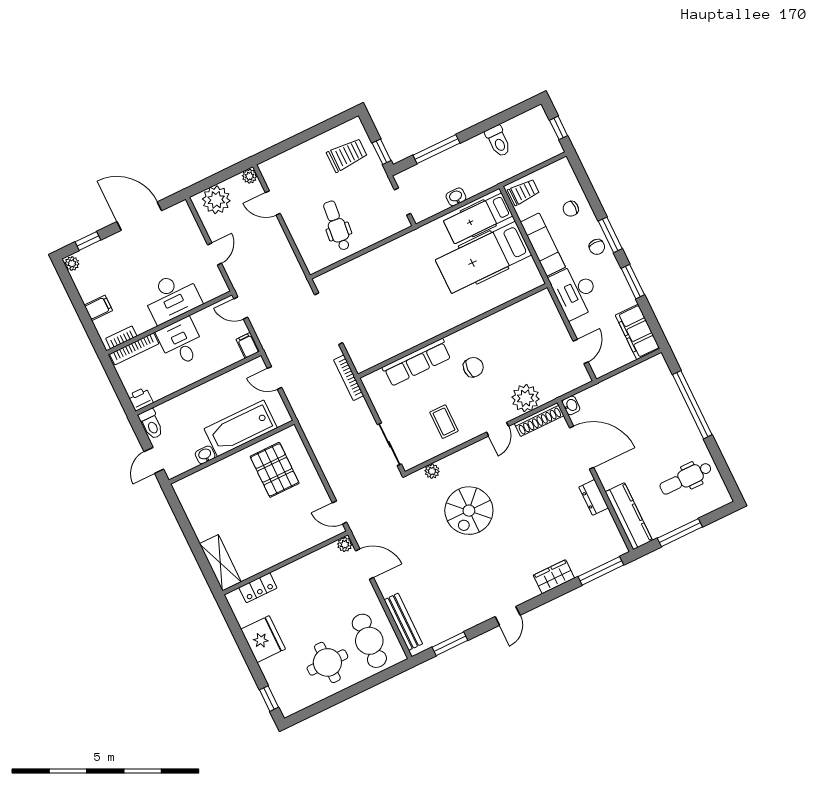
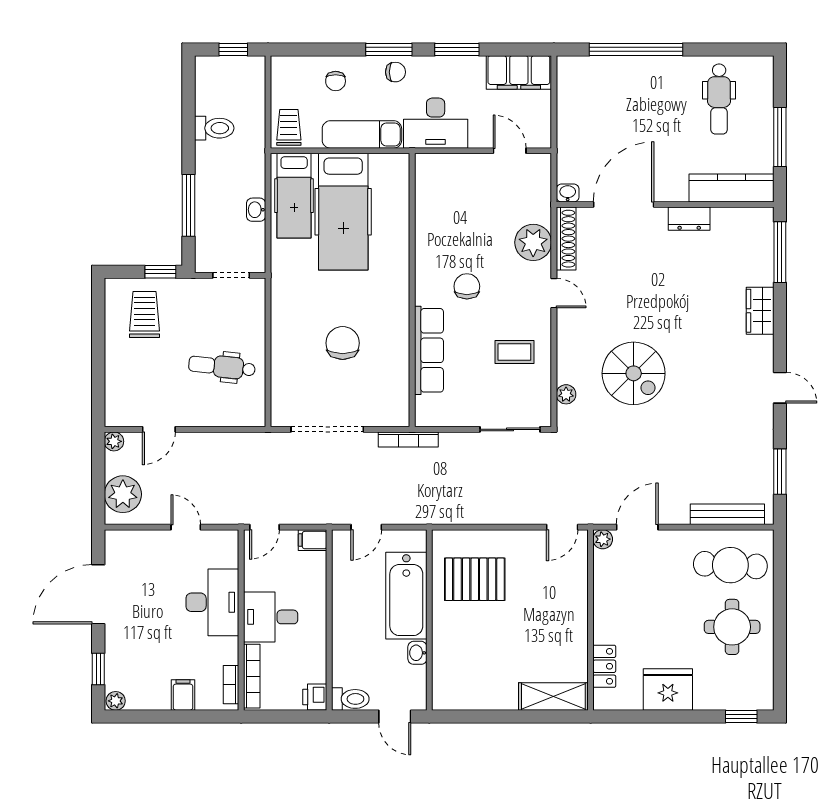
chair: (393, 301) -> (343, 343), added

